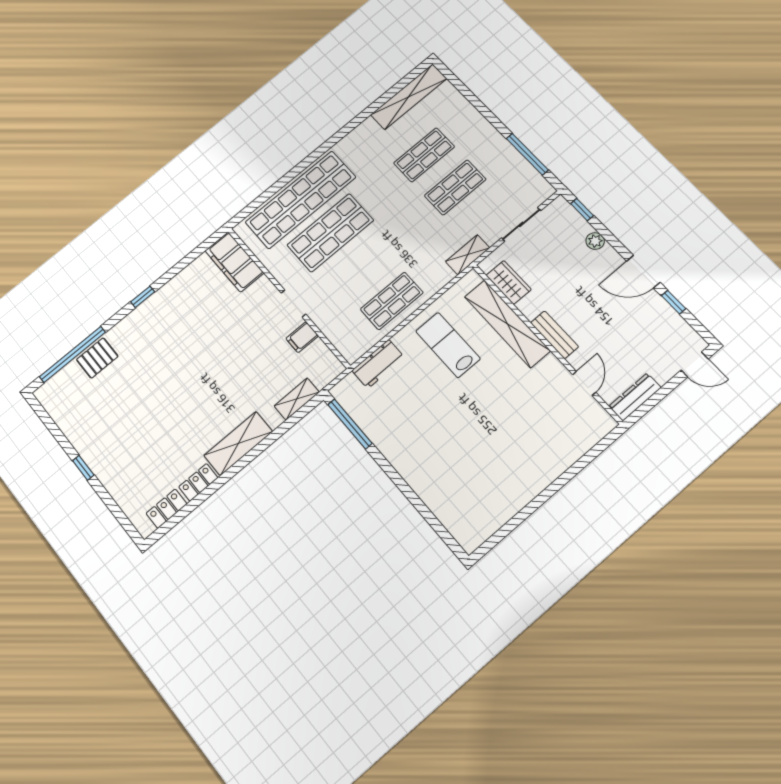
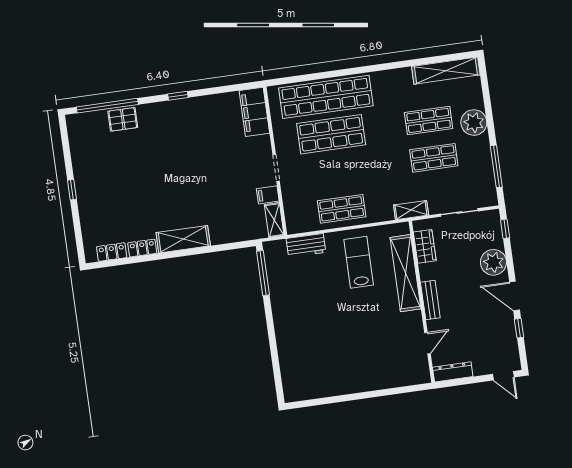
plant: (473, 127) -> (474, 123), added
plant: (595, 241) -> (493, 262), width x1.88, depth x1.88
shelving: (297, 399) -> (274, 220), moved, turned 90

